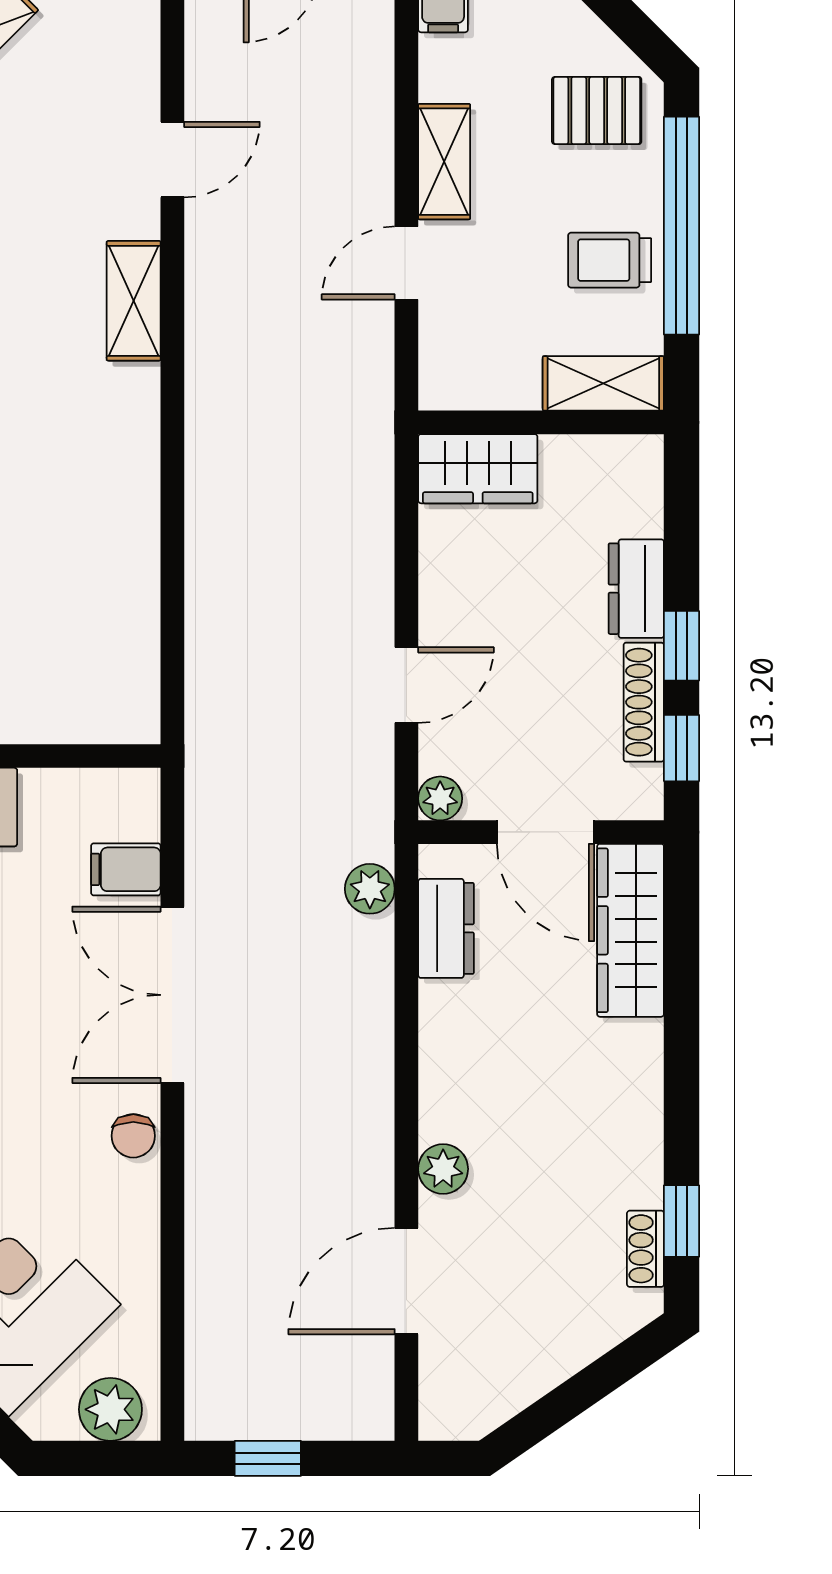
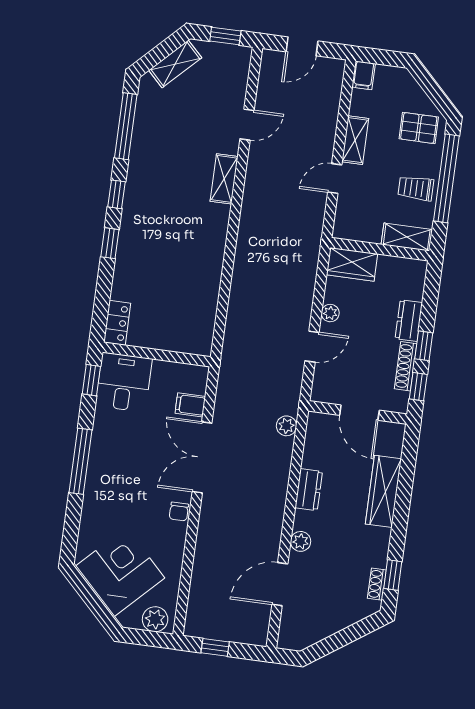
plant: (440, 798) -> (330, 313), moved
dresser: (446, 928) -> (309, 490), moved
wardrobe: (631, 930) -> (383, 491), moved

